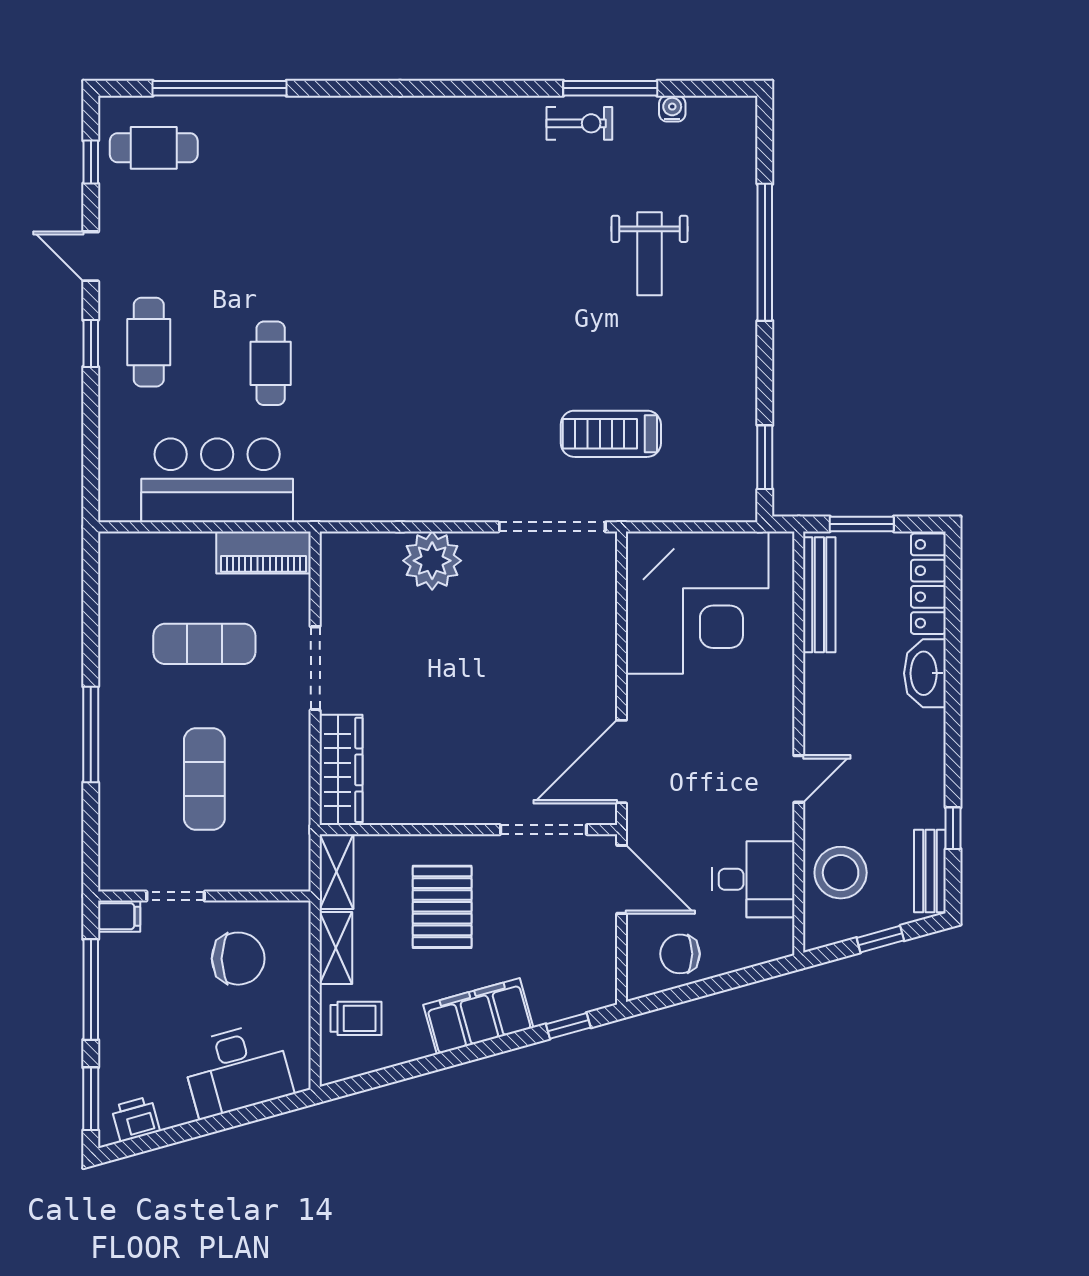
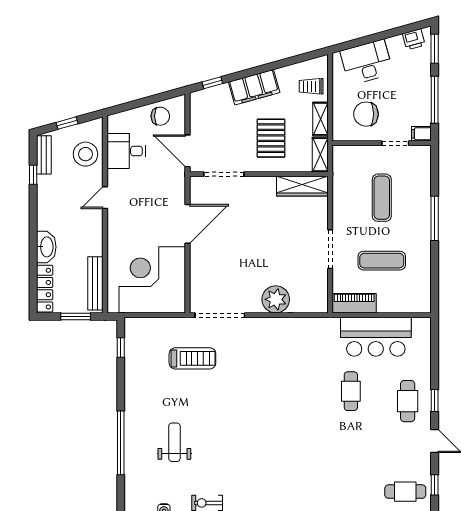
window: (765, 457) -> (121, 347), width x0.67
door: (622, 762) -> (187, 224), moved
wardrobe: (341, 770) -> (302, 186), moved, turned -90

